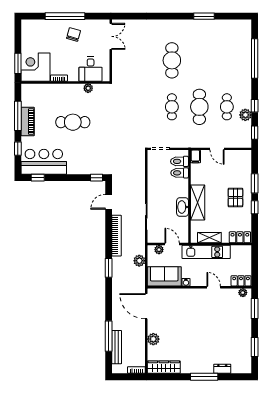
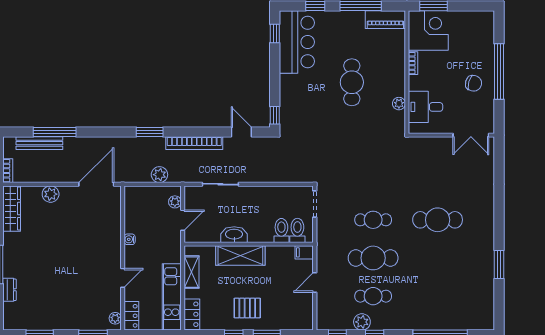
piano: (28, 122) -> (385, 20), moved
kitchen unit: (206, 252) -> (172, 297), moved
sofa: (164, 276) -> (138, 209), removed

